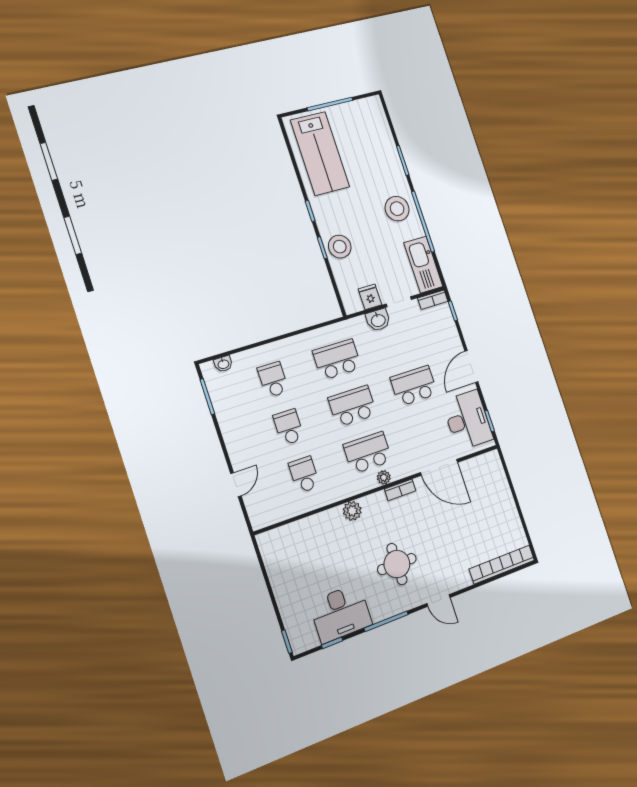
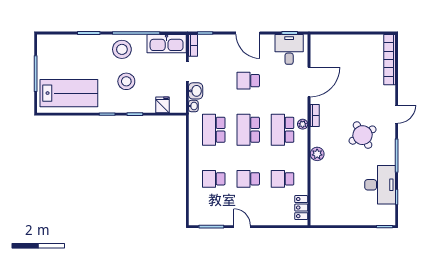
stool: (340, 247) -> (126, 81), moved
fridge: (370, 297) -> (163, 105), moved, turned 90
washbasin: (223, 364) -> (193, 106), moved
school desk: (414, 386) -> (248, 81), width x0.54
desk: (468, 420) -> (289, 49), width x0.73
door: (236, 485) -> (242, 227), moved
locker: (274, 514) -> (301, 208), added
round table: (397, 564) -> (363, 135), turned -30

